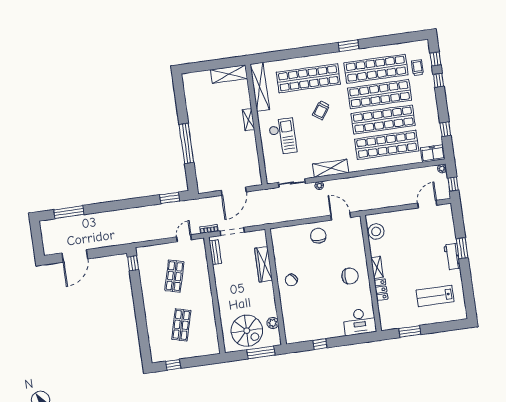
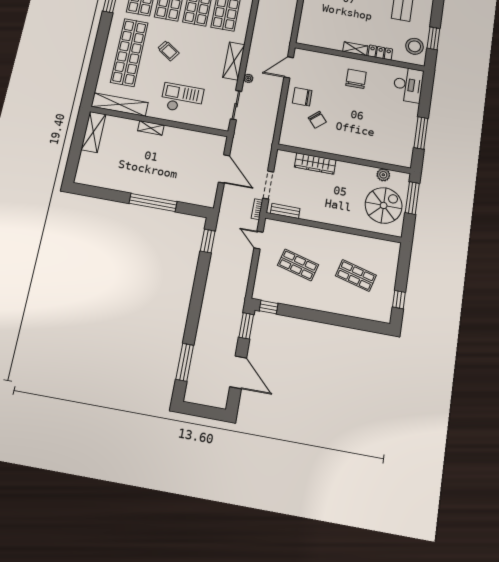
stool: (376, 231) -> (415, 46), moved
window: (112, 251) -> (246, 326), added
chair: (291, 280) -> (317, 120), moved
window: (320, 344) -> (421, 133), width x2.17

